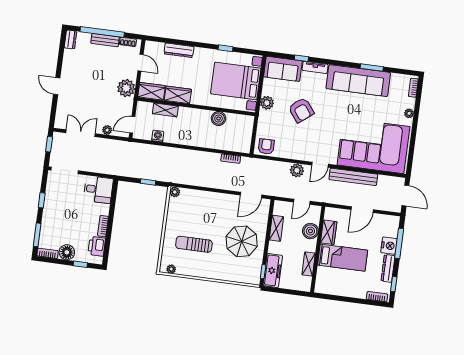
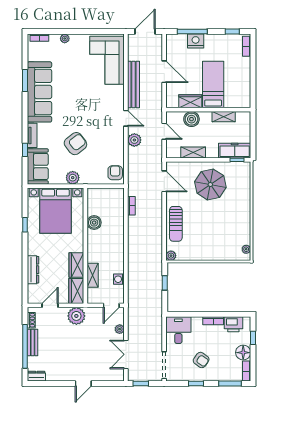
door: (132, 125) -> (111, 305), hinge flipped
armchair: (266, 146) -> (115, 173), turned 90
corner sofa: (373, 146) -> (107, 60), width x0.73, depth x0.74
armchair: (65, 209) -> (201, 360), added
sun lounger: (194, 244) -> (176, 224), moved
dresser: (388, 268) -> (218, 39), removed

